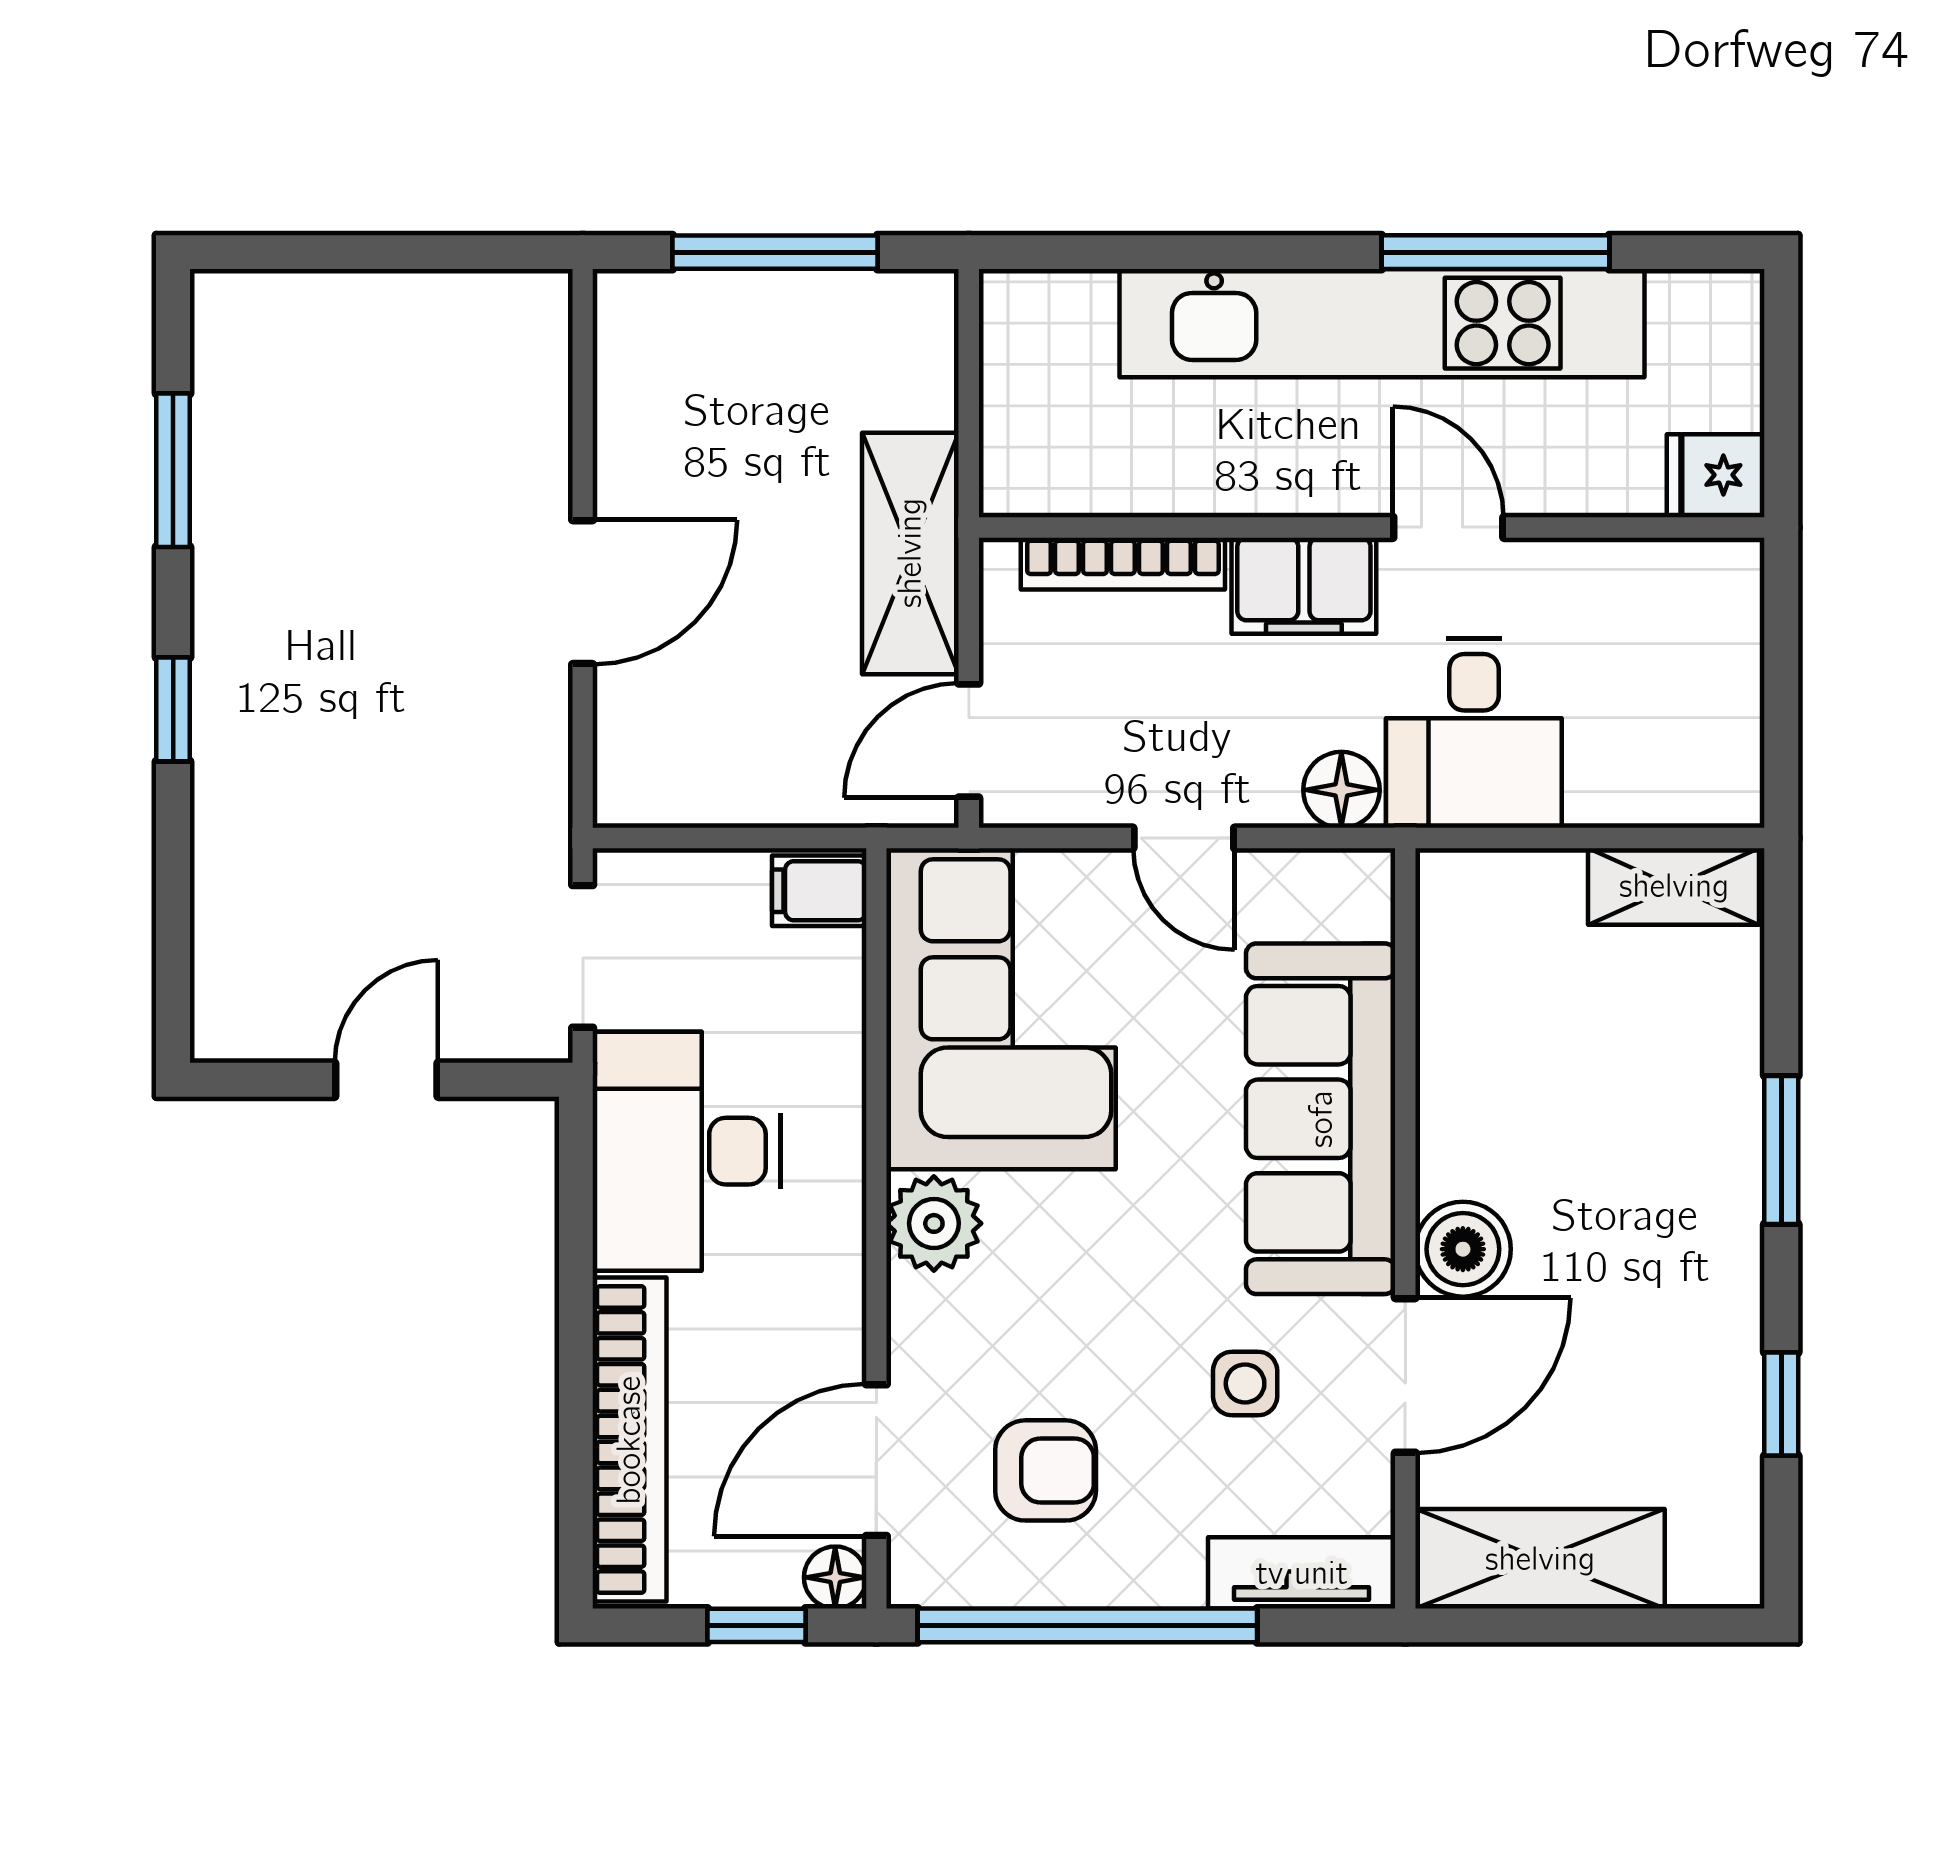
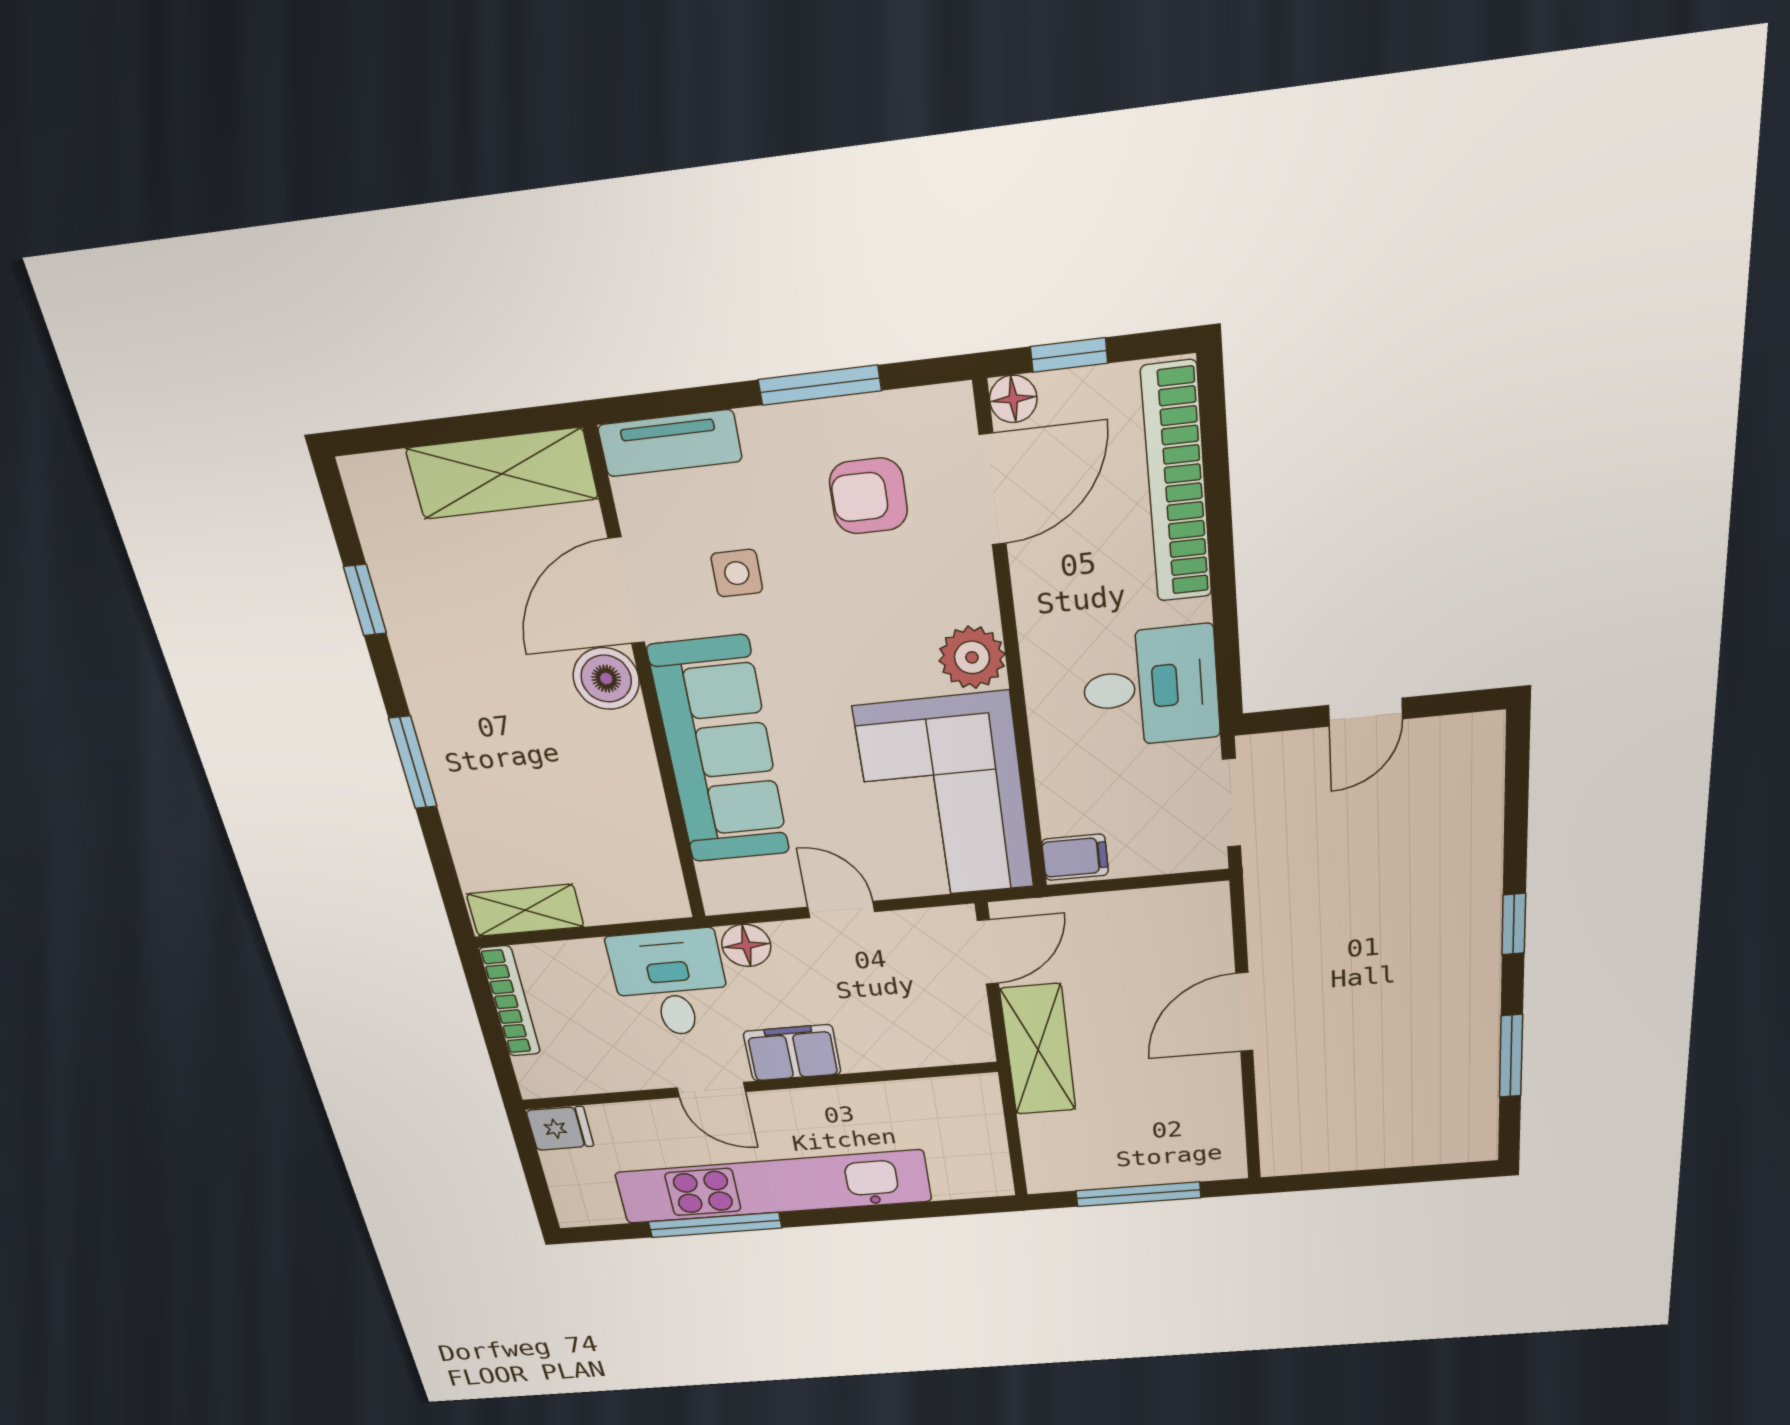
bookcase: (1123, 564) -> (510, 1001), moved, turned 90
desk: (687, 1151) -> (1150, 687), width x0.73
window: (1087, 1625) -> (820, 385), width x0.47

